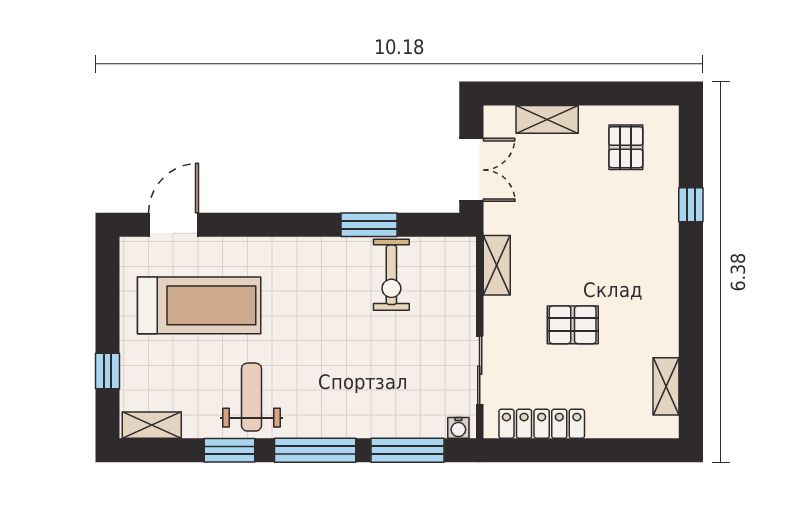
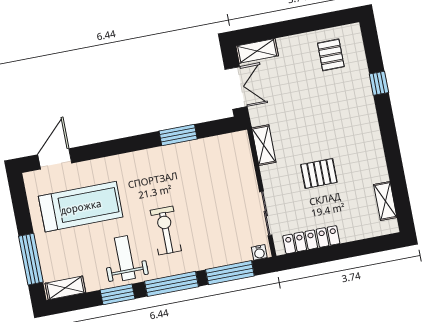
shelving: (547, 119) -> (257, 51), moved
exercise bike: (391, 275) -> (166, 231), moved, turned 180
window: (107, 371) -> (31, 259), width x2.17

